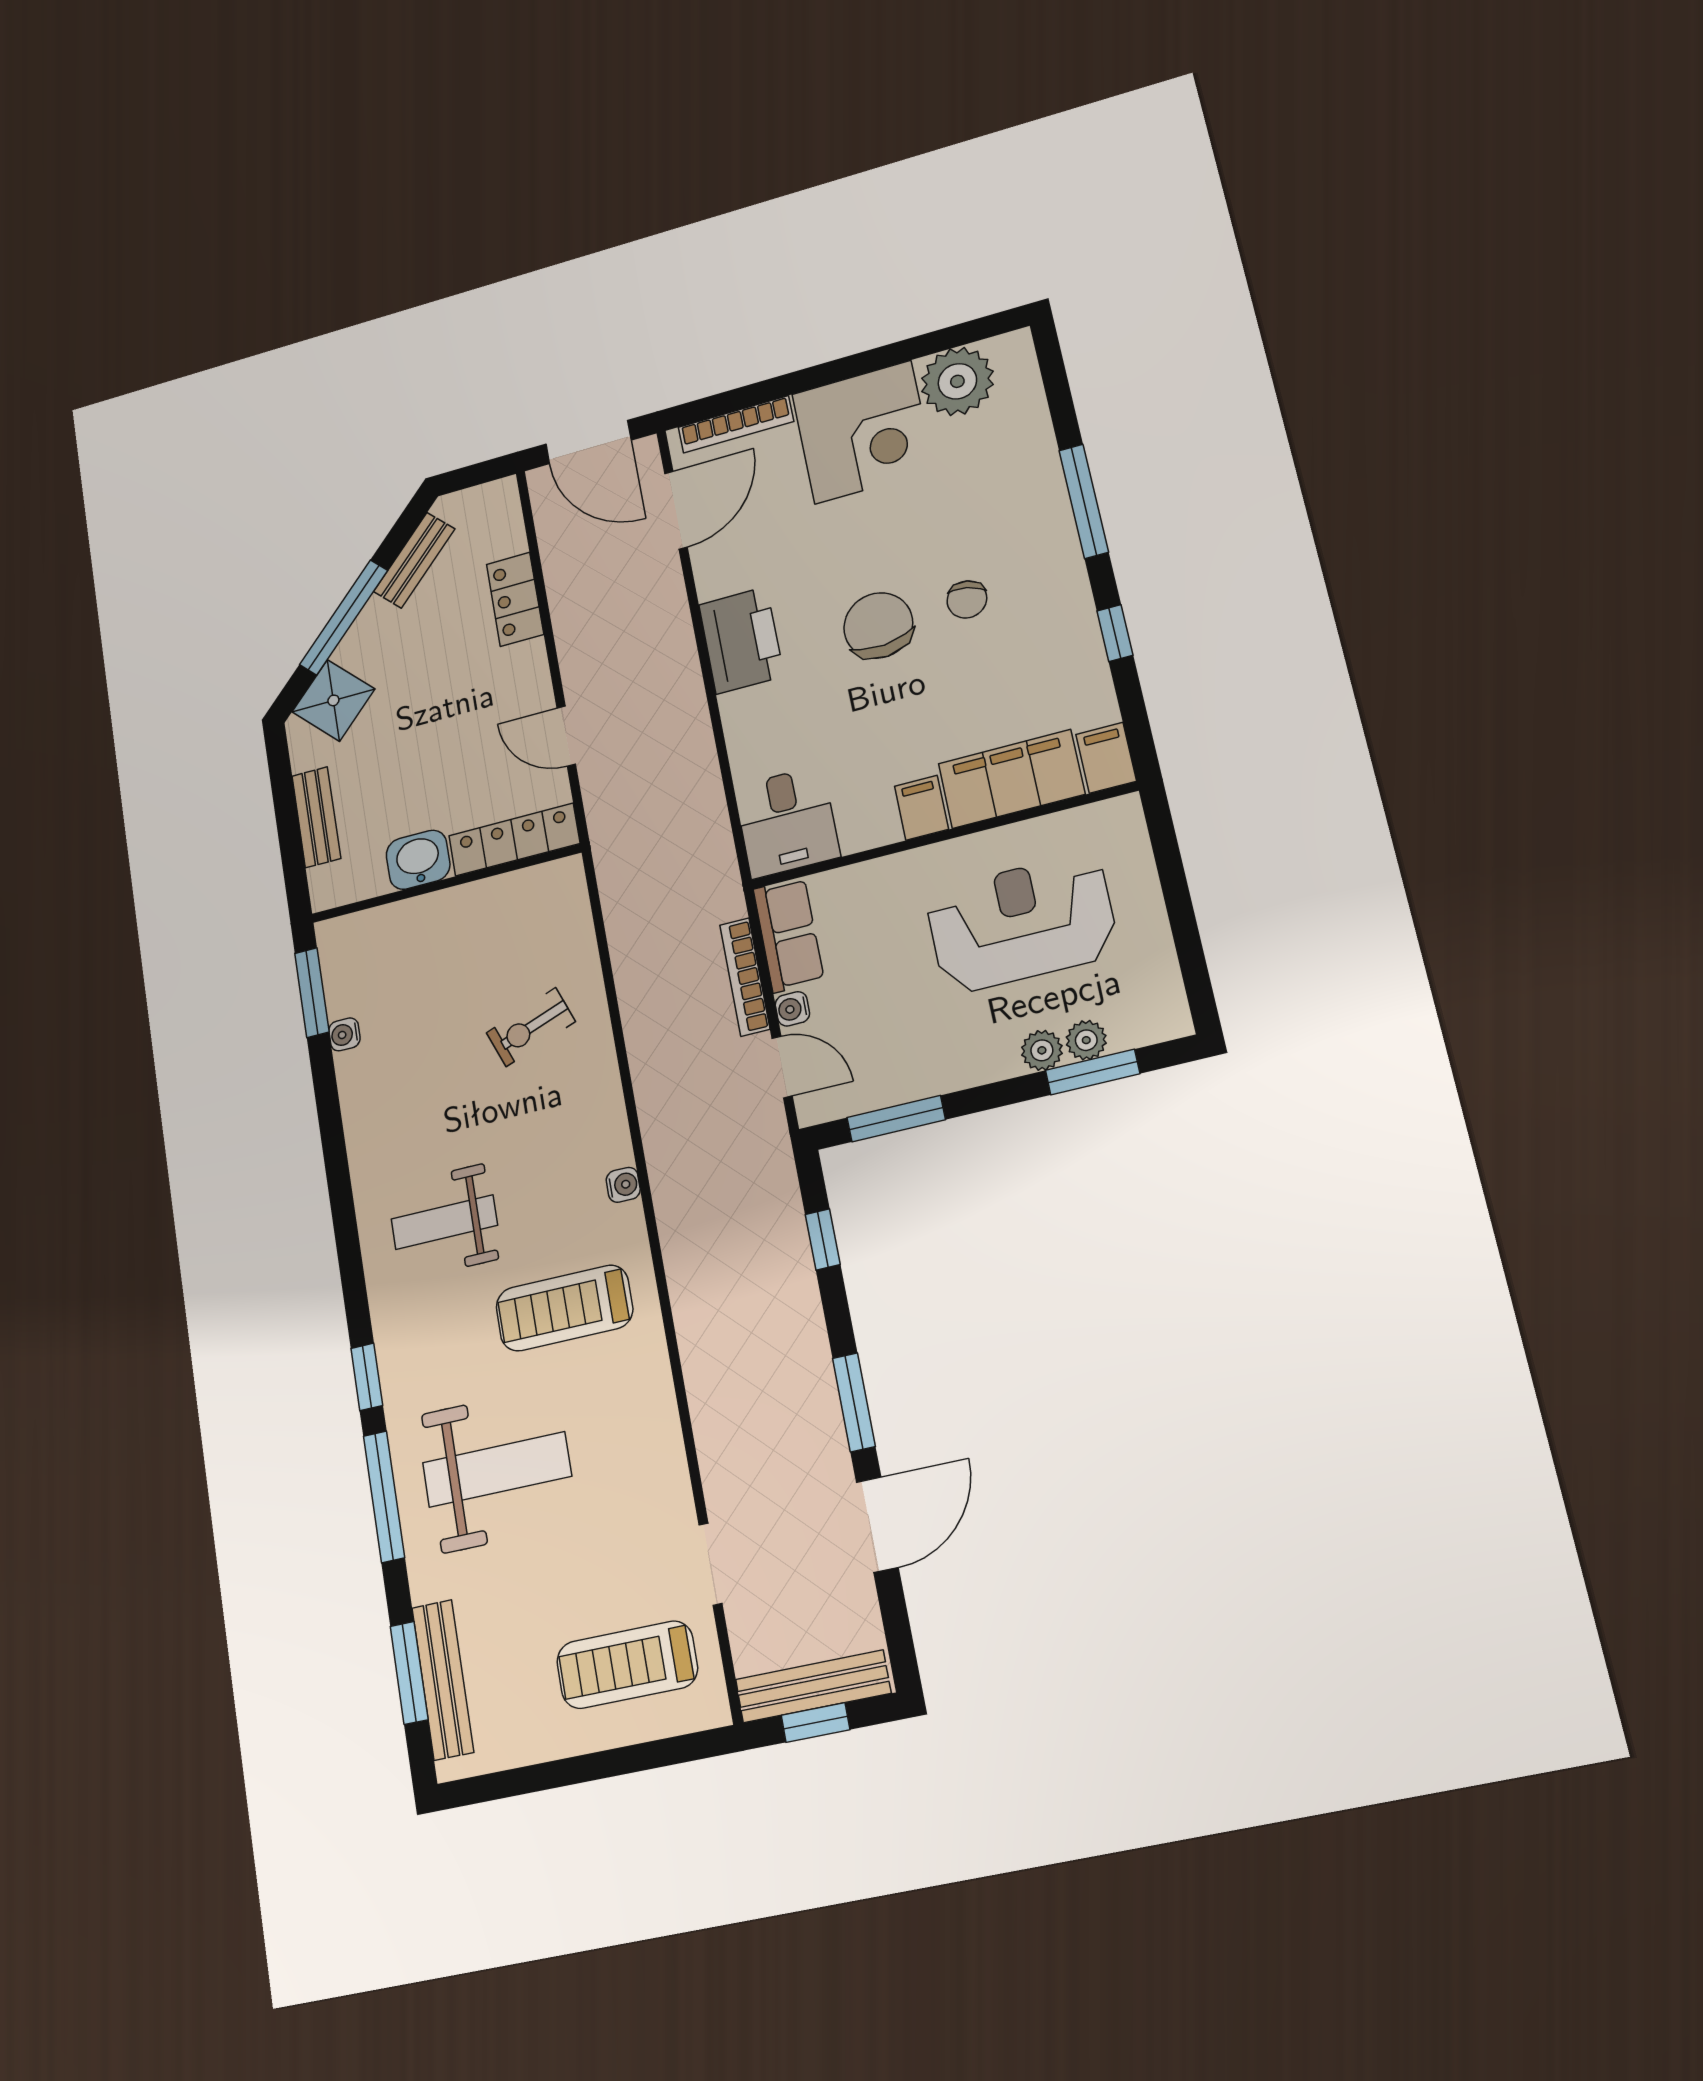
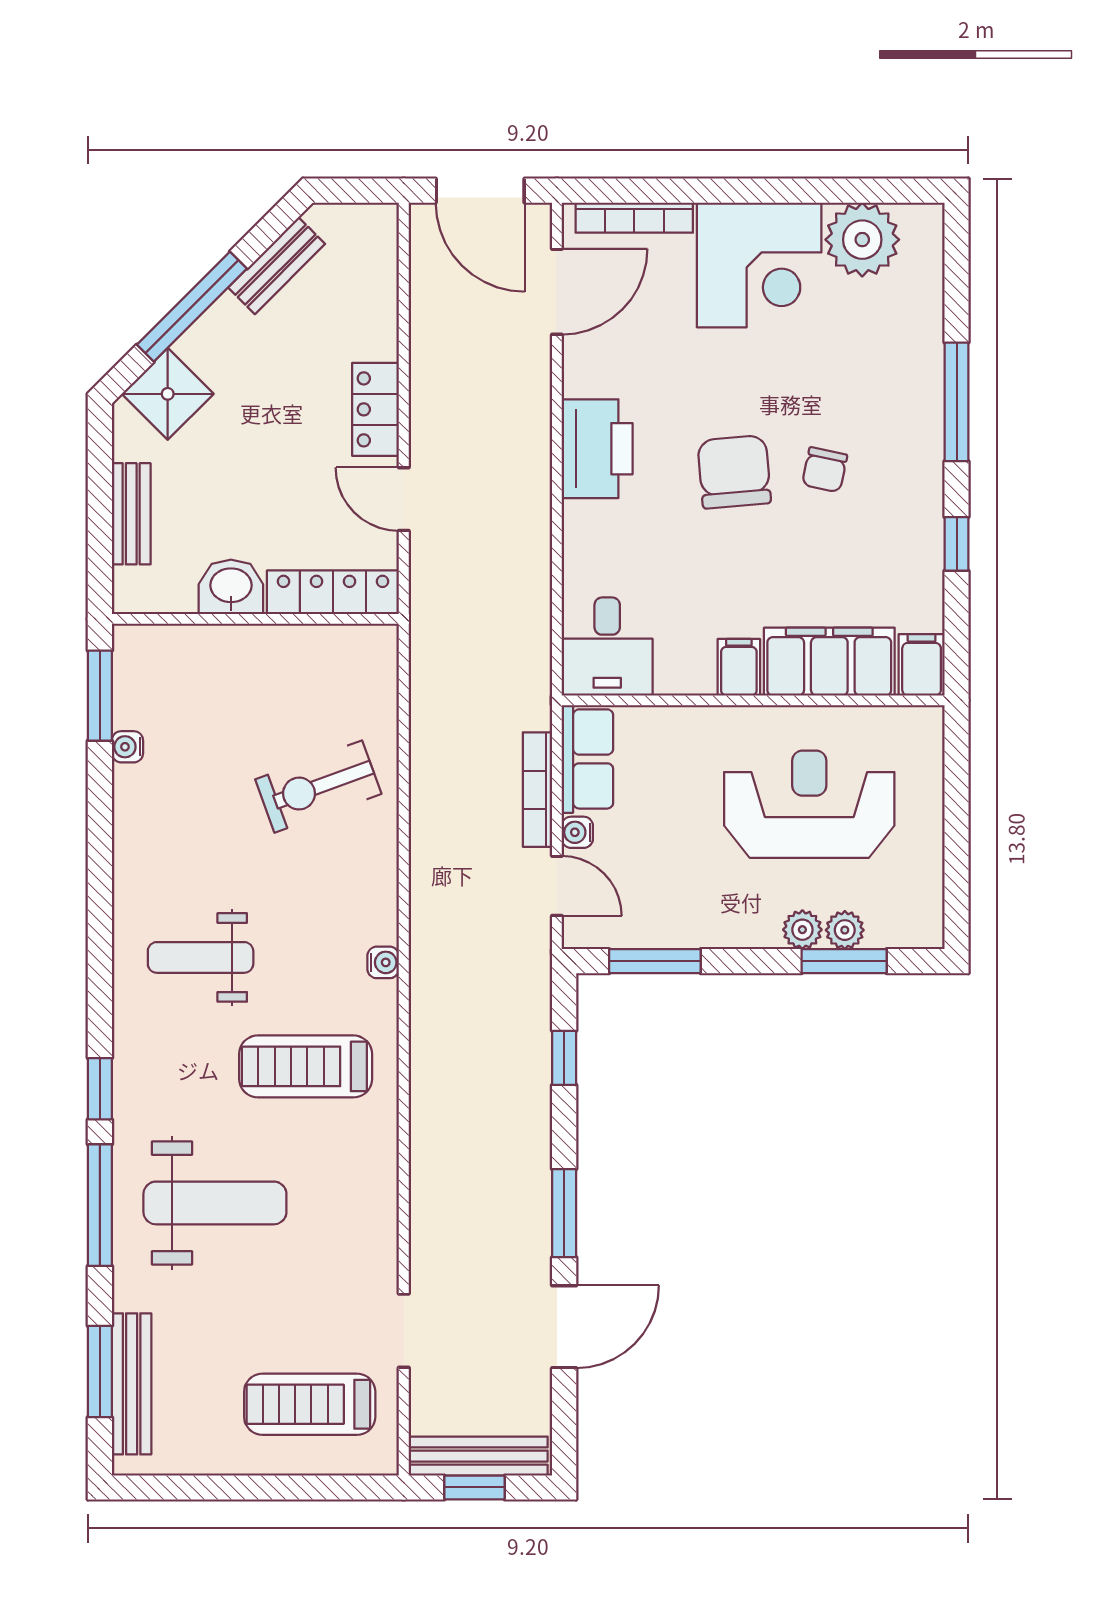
locker: (515, 599) -> (376, 409), moved
exercise bike: (531, 1027) -> (318, 787), width x1.38, depth x1.39

